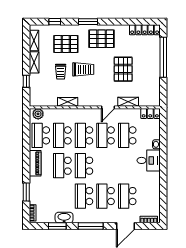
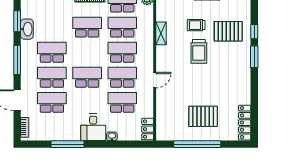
window: (55, 22) -> (254, 32), moved
pallet: (102, 39) -> (234, 73), removed
pallet: (66, 44) -> (228, 31), turned 90
window: (163, 57) -> (197, 144), moved
pallet: (123, 69) -> (203, 116), moved
shelving: (128, 102) -> (161, 103), removed
door: (108, 107) -> (155, 80), swing flipped
school desk: (84, 166) -> (87, 77), moved
window: (163, 183) -> (68, 144), added

